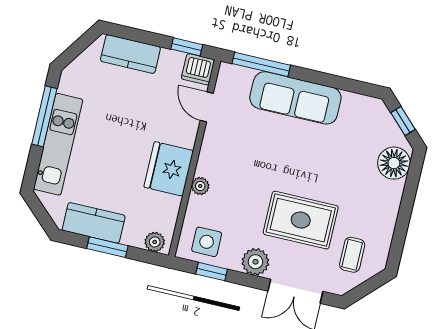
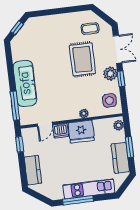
dishwasher: (198, 69) -> (61, 131), moved, turned 90
floor lamp: (394, 163) -> (39, 25), removed
window: (212, 272) -> (121, 79), moved

